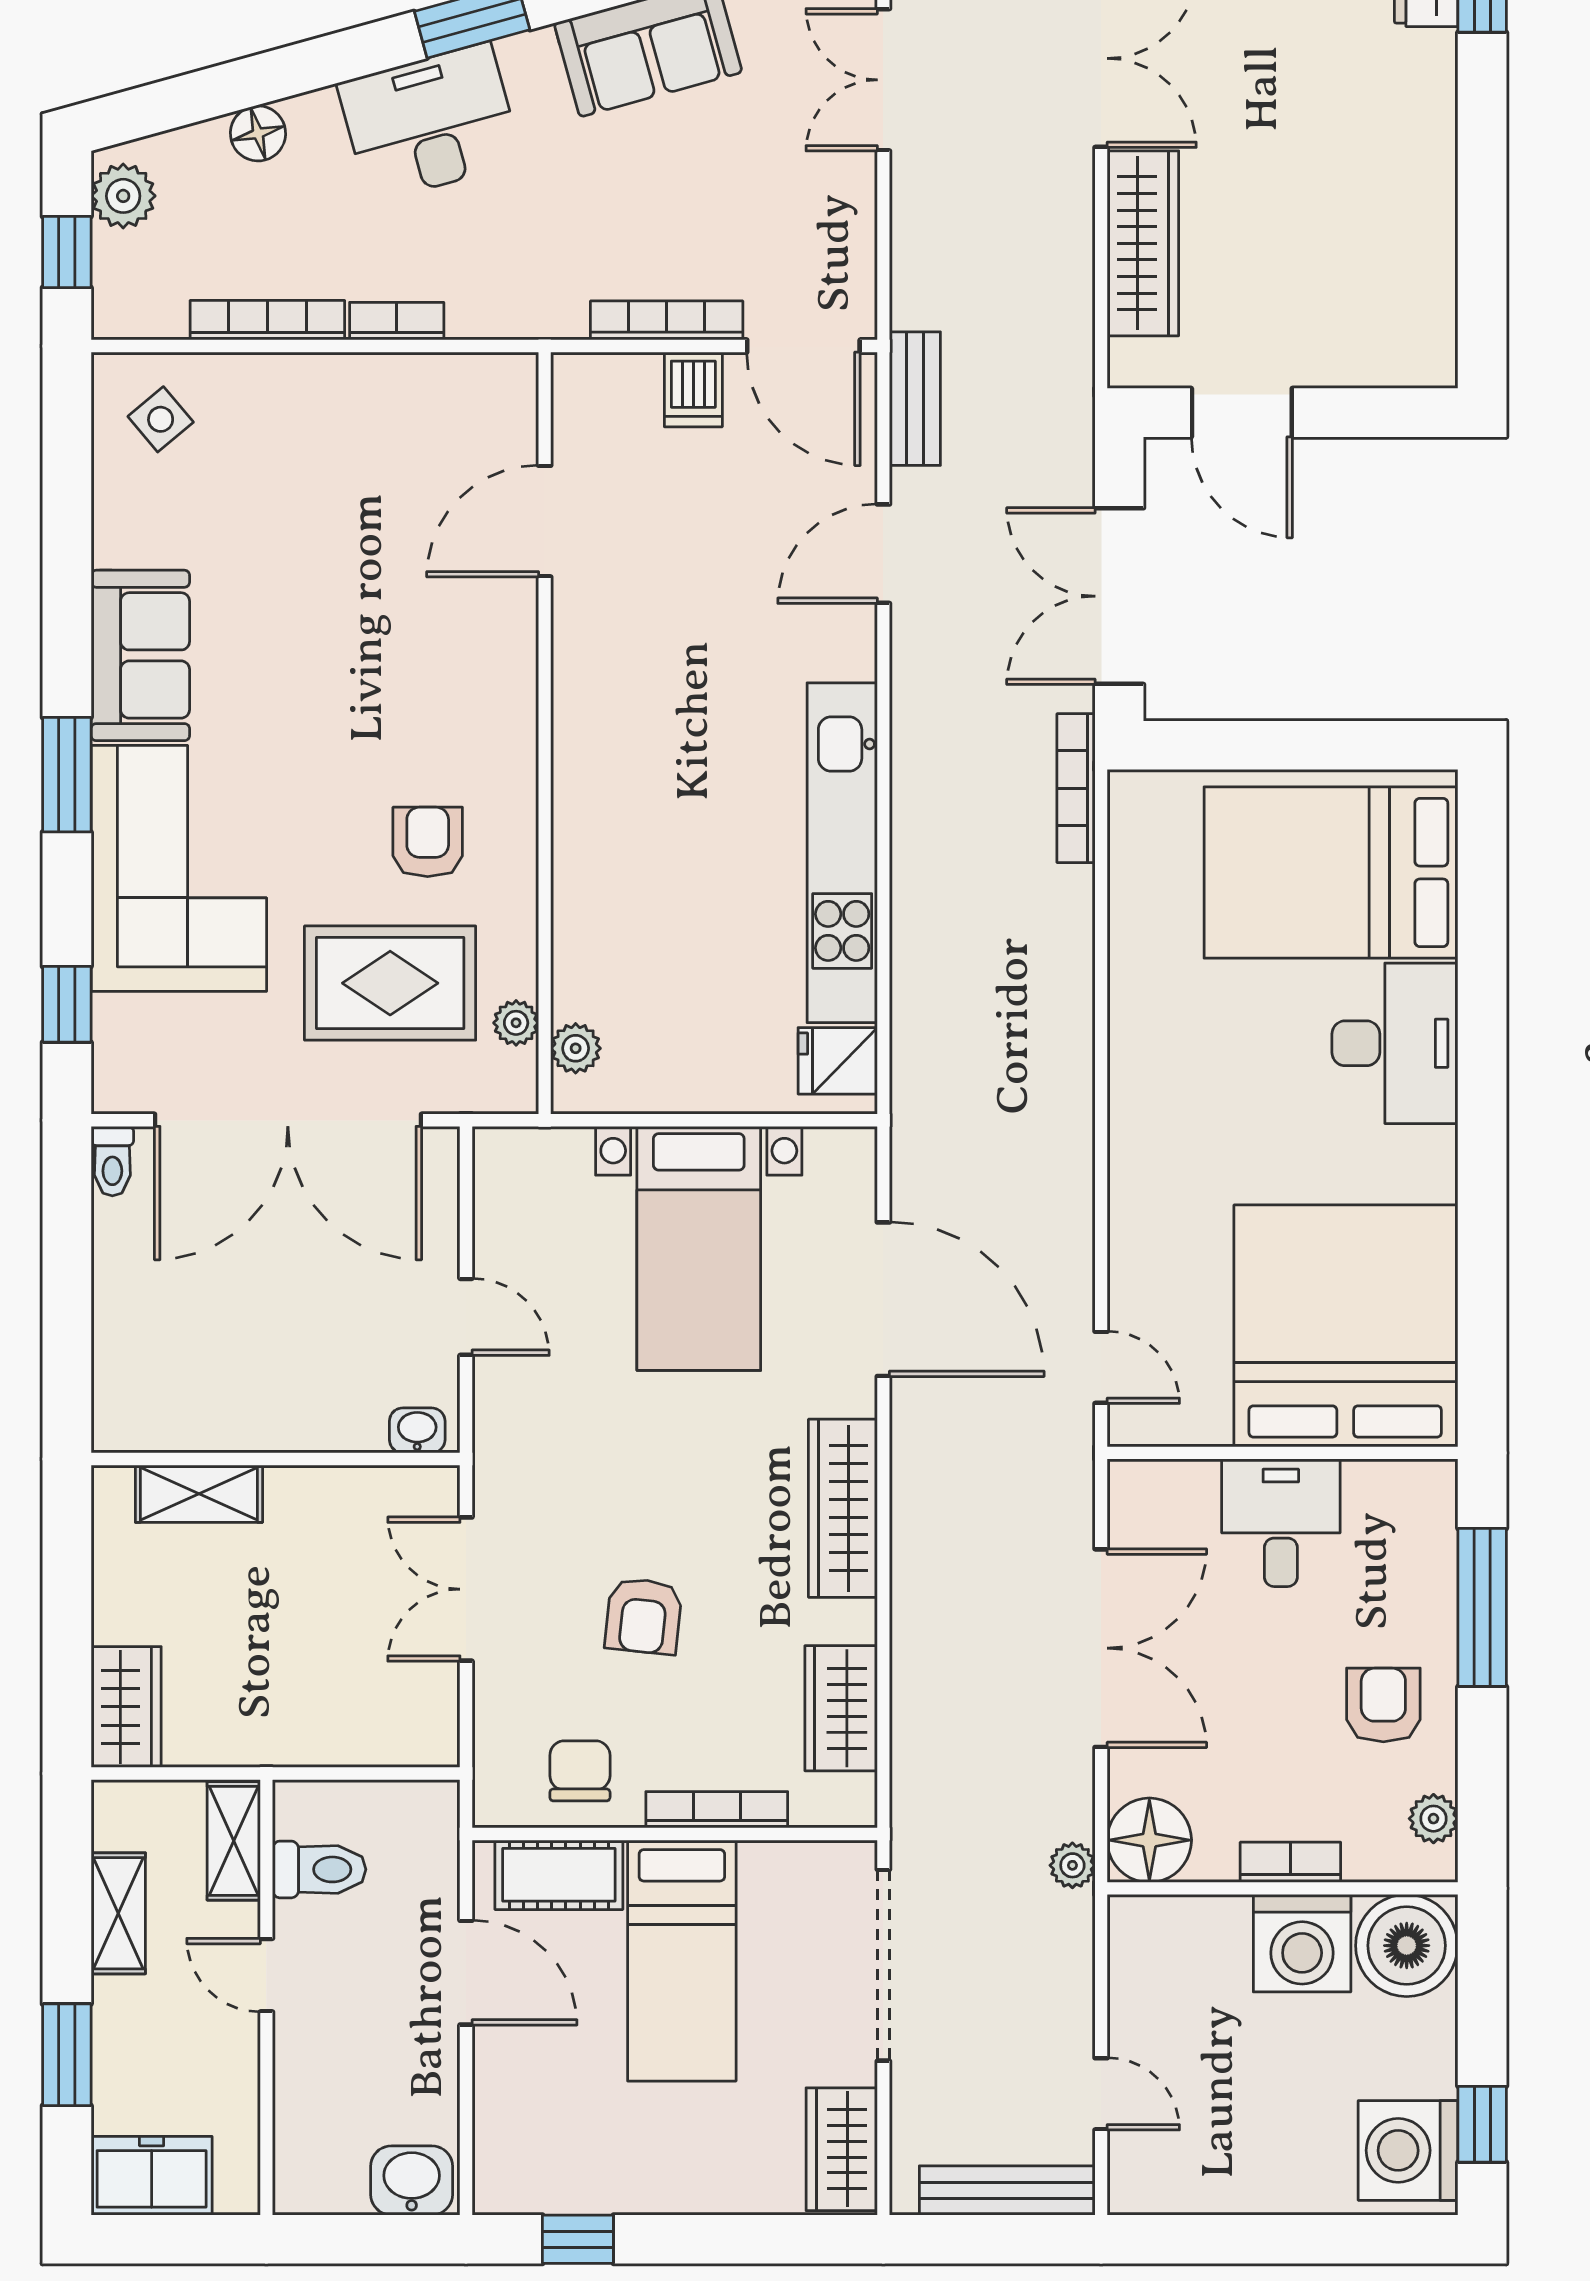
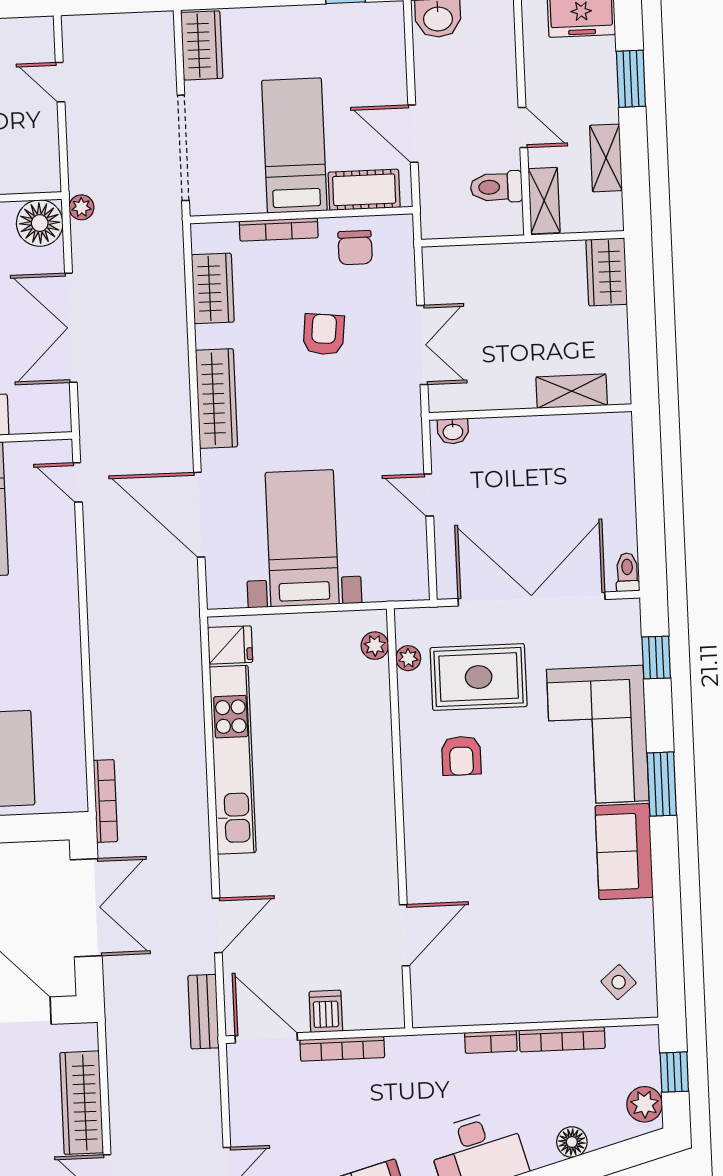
bench: (1007, 2190) -> (110, 27), removed

